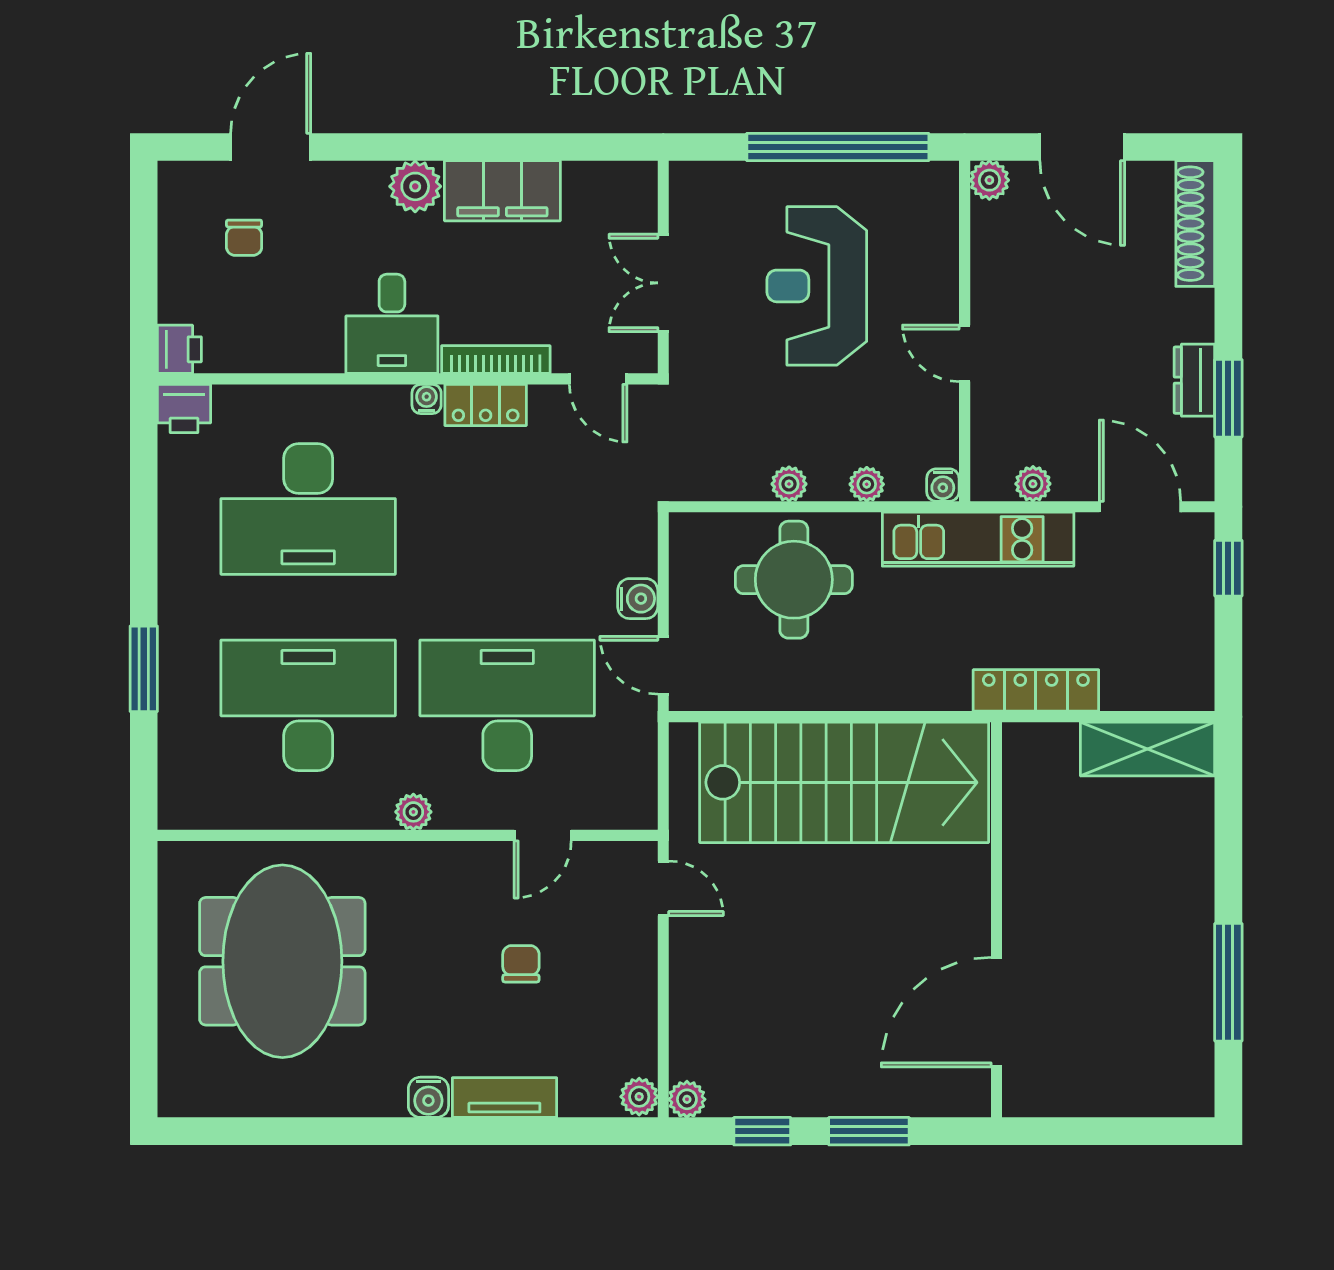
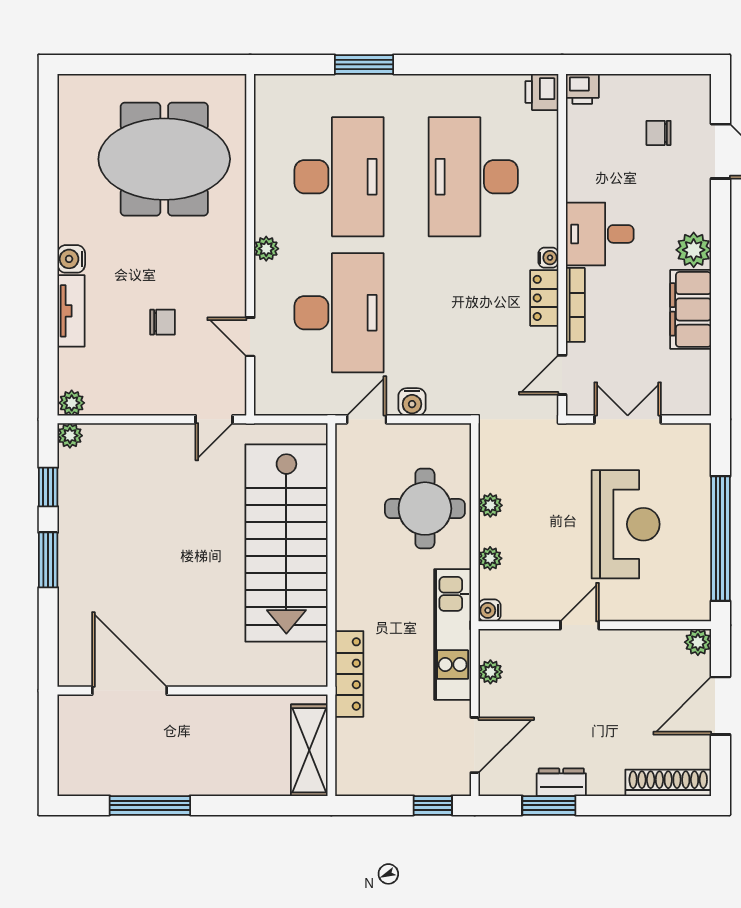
reception desk: (817, 286) -> (626, 524), turned 90
wall: (996, 920) -> (193, 691), moved
door: (996, 1012) -> (129, 691), moved

